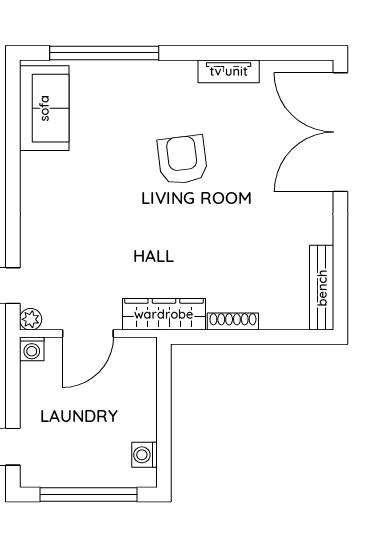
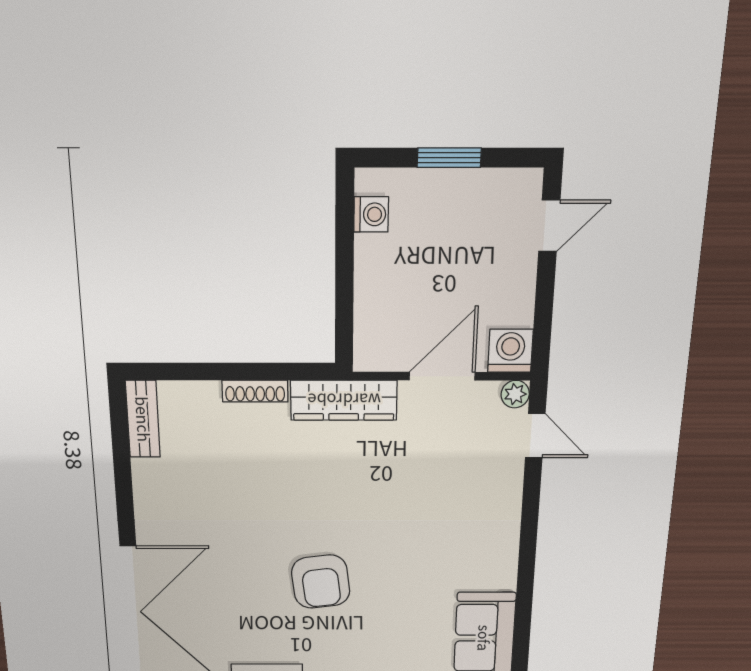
bench: (322, 288) -> (143, 419), width x0.73
washing machine: (32, 349) -> (510, 351), width x1.38, depth x1.38
window: (88, 495) -> (449, 158), width x0.47

